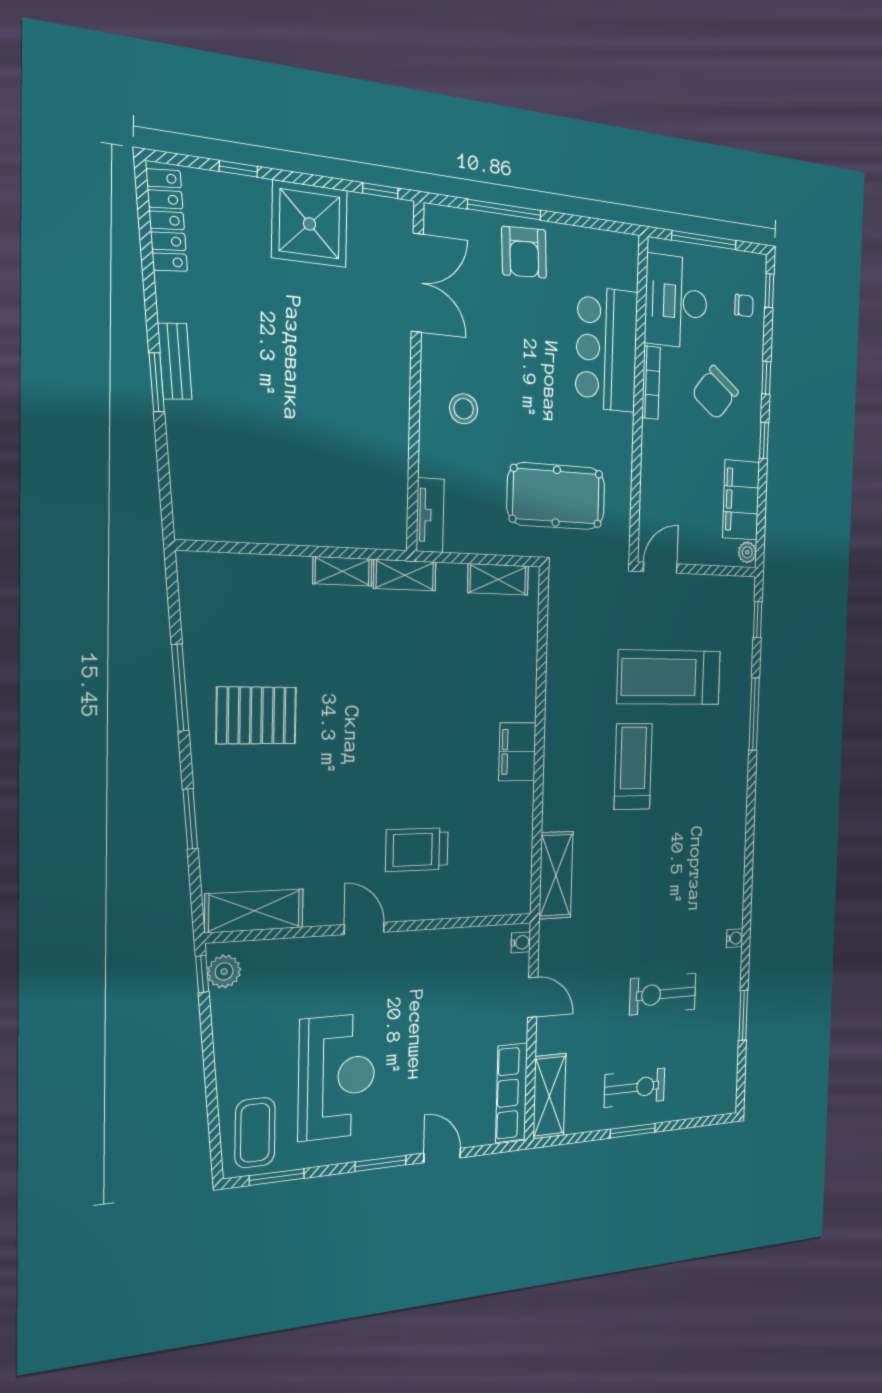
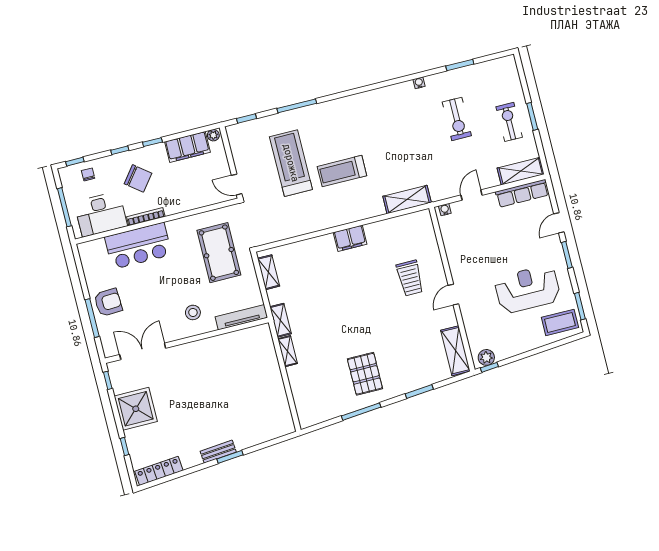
tv unit: (430, 515) -> (241, 317), width x1.41
treadmill: (669, 677) -> (291, 163), turned 180

